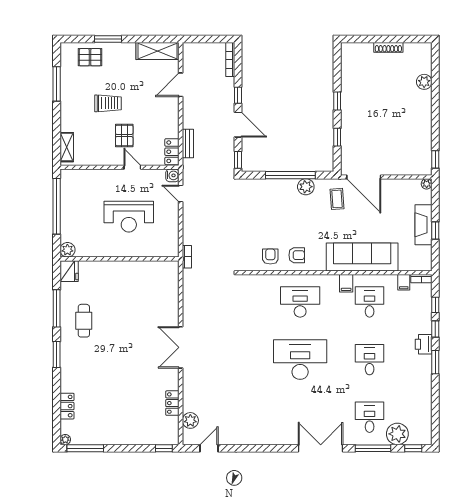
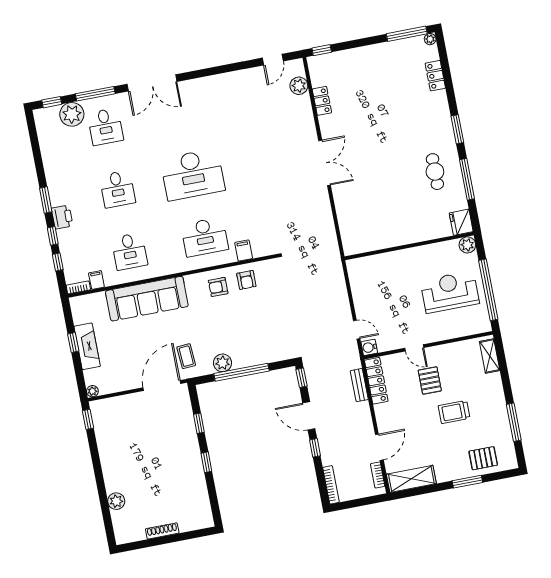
locker: (172, 152) -> (376, 381), width x1.53
door: (364, 177) -> (162, 386), hinge flipped
reception desk: (129, 217) -> (450, 292), moved
bookcase: (187, 257) -> (378, 475), moved
filing cabinet: (346, 283) -> (244, 250), moved

